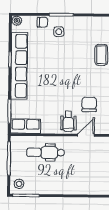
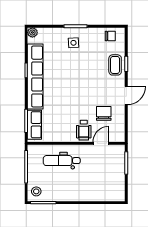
chair: (42, 22) -> (110, 36), moved
row of seats: (26, 126) -> (34, 125), moved, turned 90

